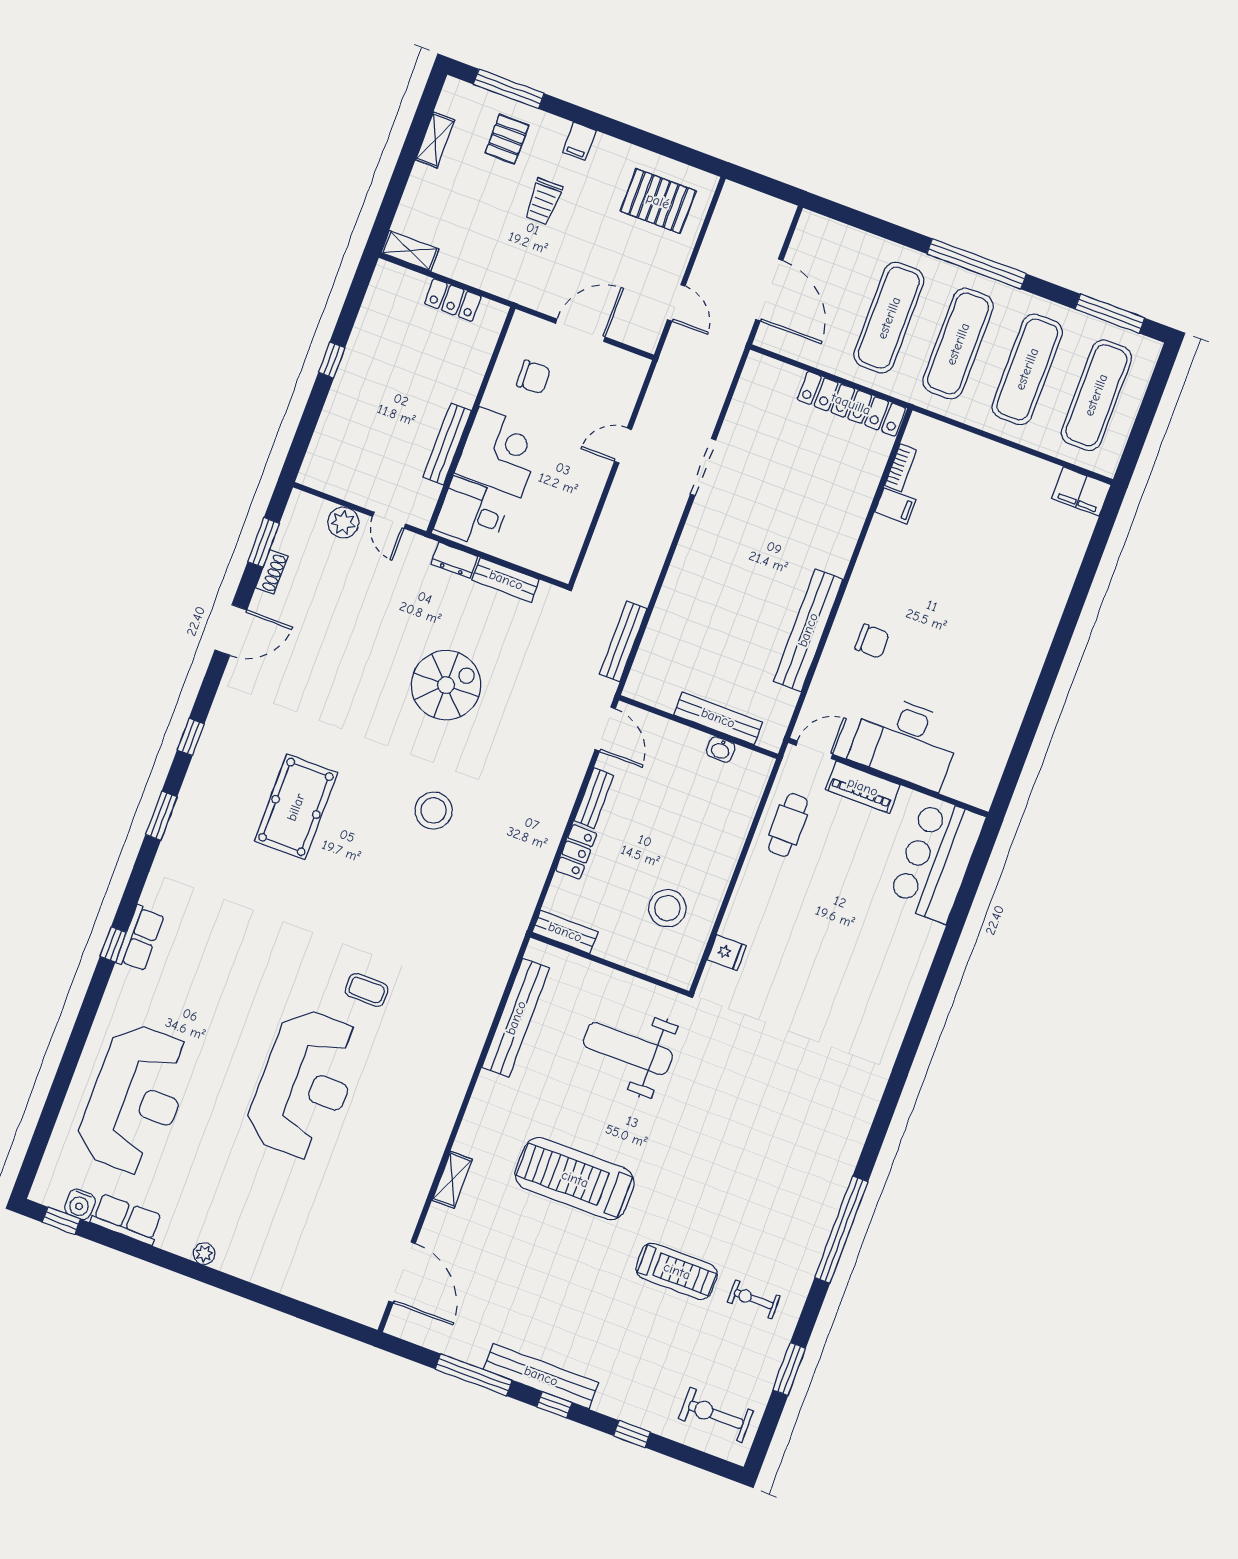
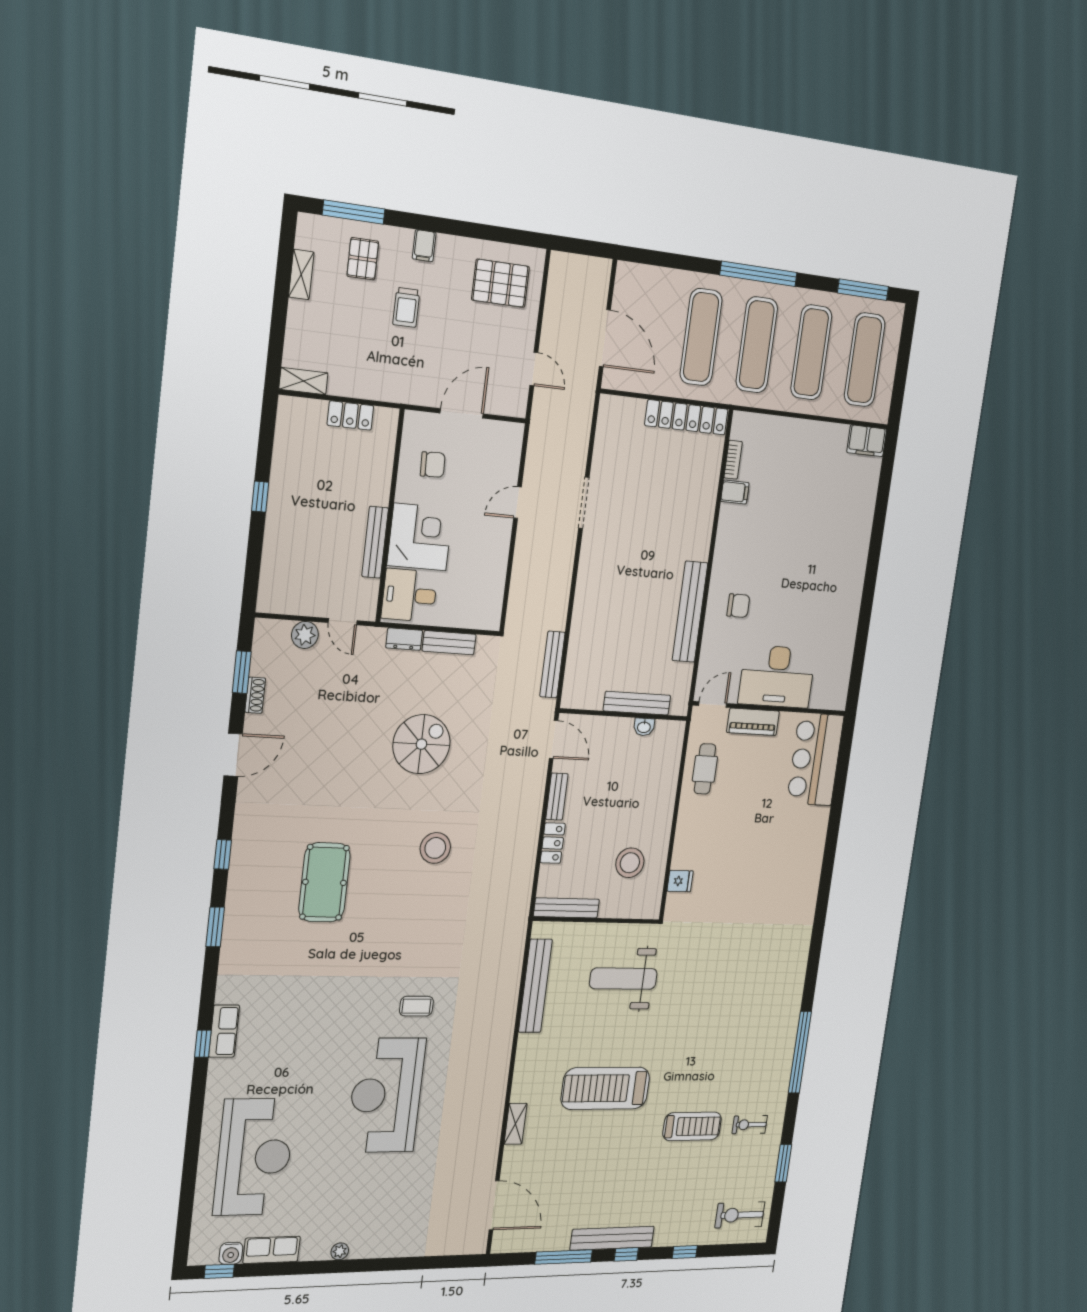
bench: (565, 932) -> (566, 908), width x1.36
reception desk: (305, 1084) -> (386, 1095), turned 180

